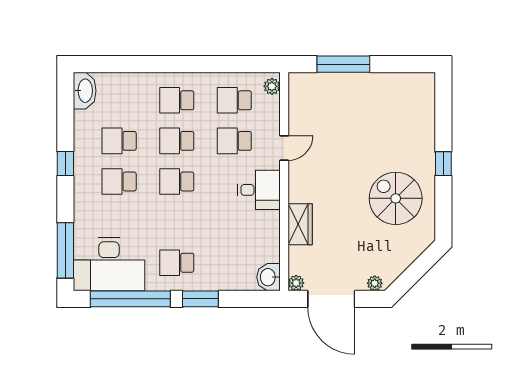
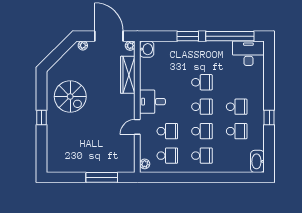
wardrobe: (300, 224) -> (128, 75), width x1.50
window: (65, 250) -> (269, 65), removed
school desk: (177, 263) -> (202, 82), moved
desk: (109, 264) -> (248, 53), width x0.73, depth x0.77

